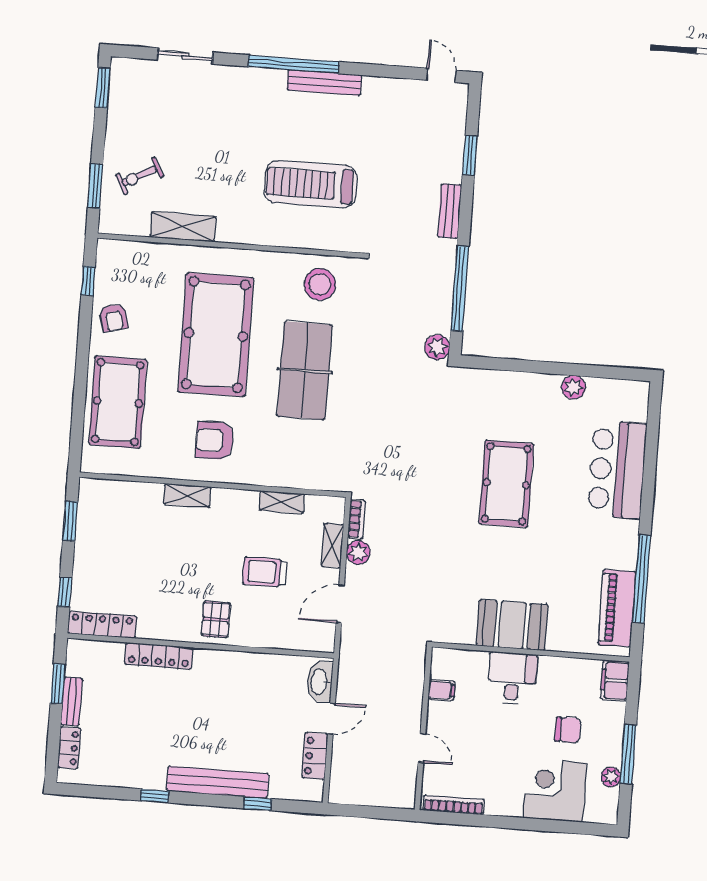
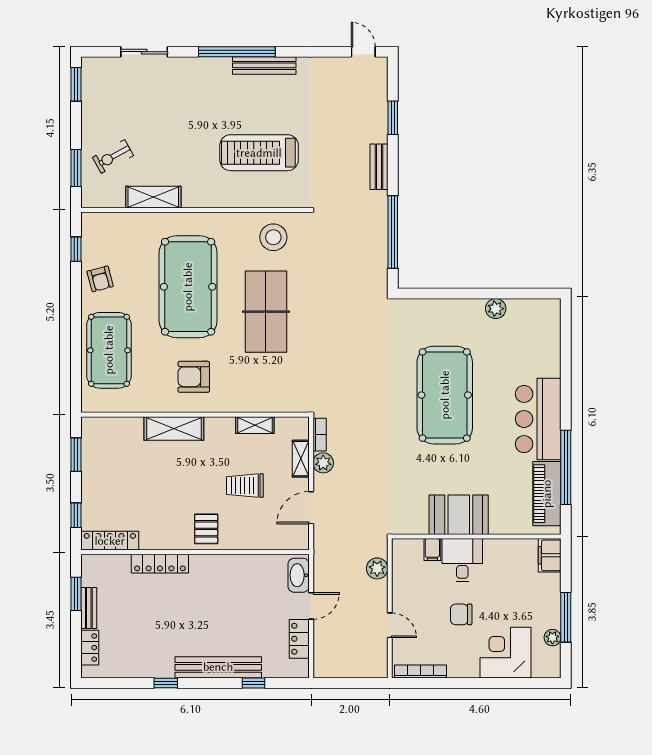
plant: (437, 347) -> (377, 568), moved
bar counter: (617, 470) -> (538, 419), moved
pool table: (506, 484) -> (445, 395), width x1.36, depth x1.32
shelving: (187, 496) -> (174, 428), width x1.50, depth x1.33
filing cabinet: (441, 690) -> (432, 549), moved, turned 90
chair: (568, 730) -> (461, 614), moved, turned 180

